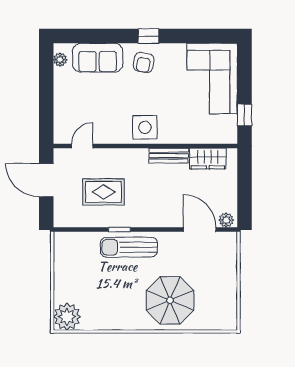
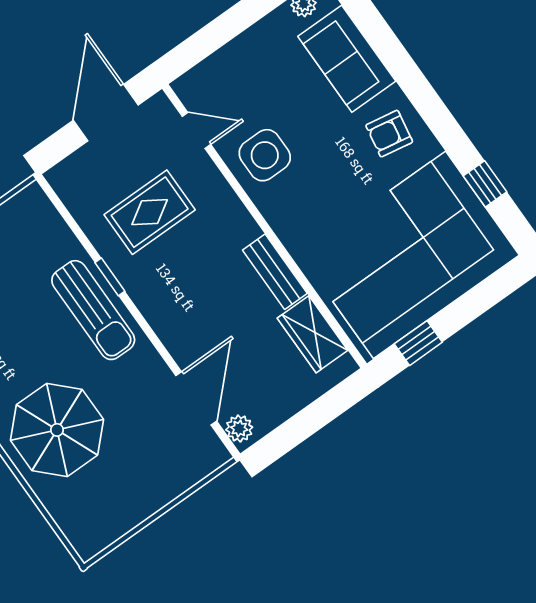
window: (148, 36) -> (485, 184), moved
corner sofa: (212, 79) -> (409, 255), width x1.36, depth x1.36
side table: (145, 127) -> (265, 155), moved
rug: (103, 192) -> (150, 212), turned 90
sun lounger: (129, 247) -> (93, 310), turned 180

